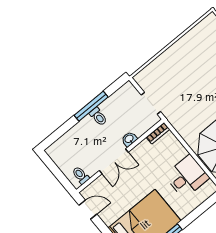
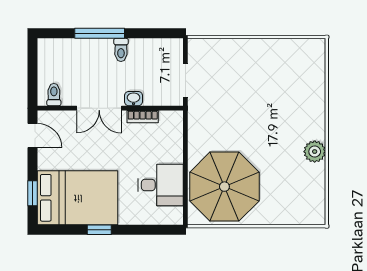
window: (91, 106) -> (100, 33), moved
bookcase: (158, 133) -> (143, 117), moved

